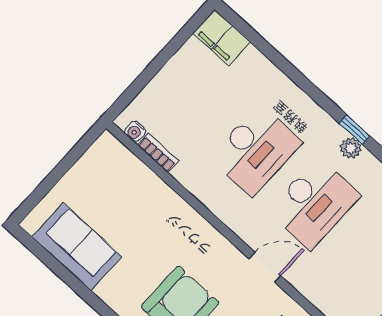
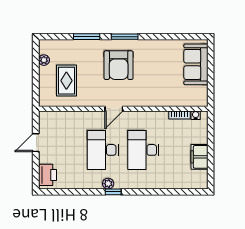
filing cabinet: (222, 38) -> (199, 157), moved, turned -90
sofa: (77, 247) -> (196, 64), moved, turned 90
door: (265, 267) -> (114, 109), moved

